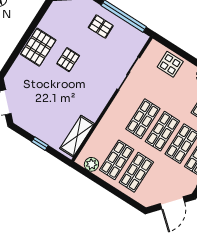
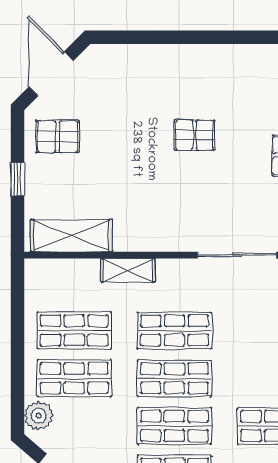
pallet: (38, 47) -> (58, 136), moved, width x0.67, depth x0.71
shelving: (106, 122) -> (128, 270), added
plant: (91, 164) -> (38, 416), moved

